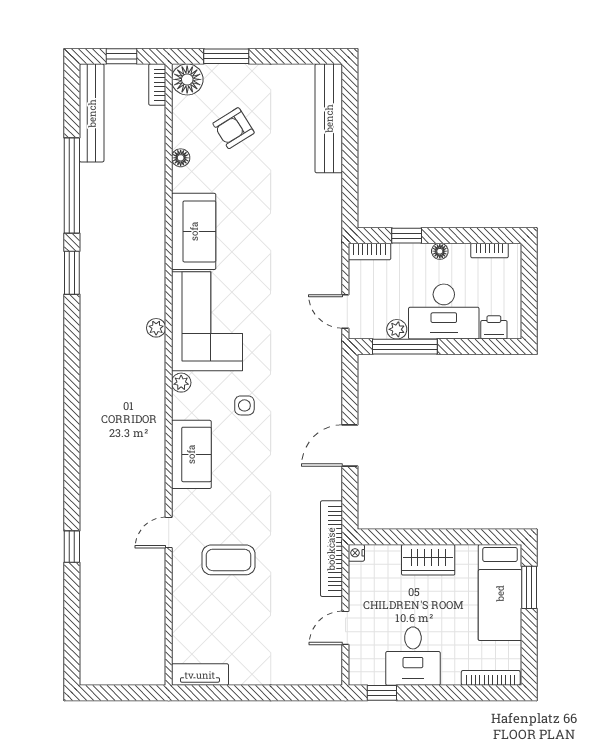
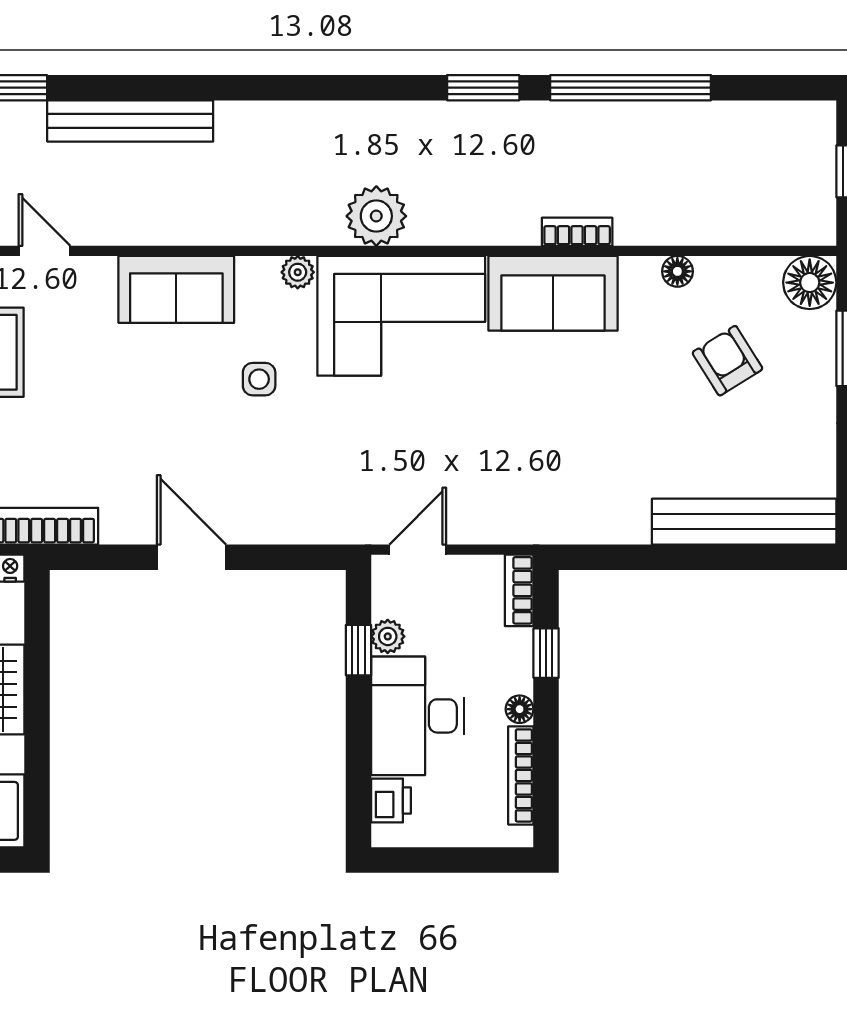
bookcase: (157, 85) -> (577, 232), moved
bench: (92, 113) -> (130, 121), moved
bookcase: (490, 251) -> (521, 775), width x1.56
plant: (156, 328) -> (376, 216), width x1.87, depth x1.87
window: (405, 347) -> (358, 650), width x0.46

